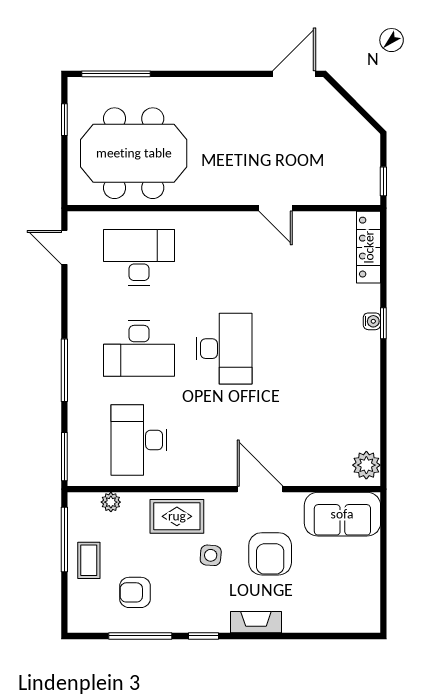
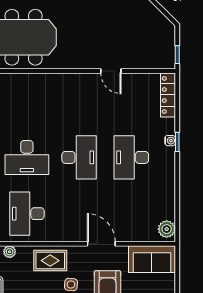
desk: (139, 257) -> (131, 157), moved, turned -90

